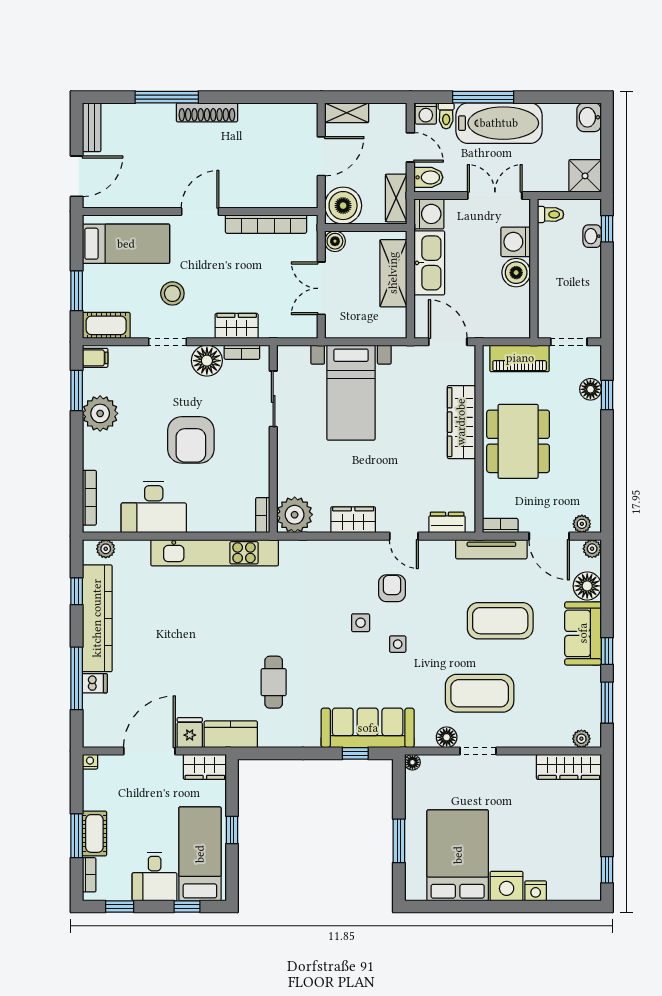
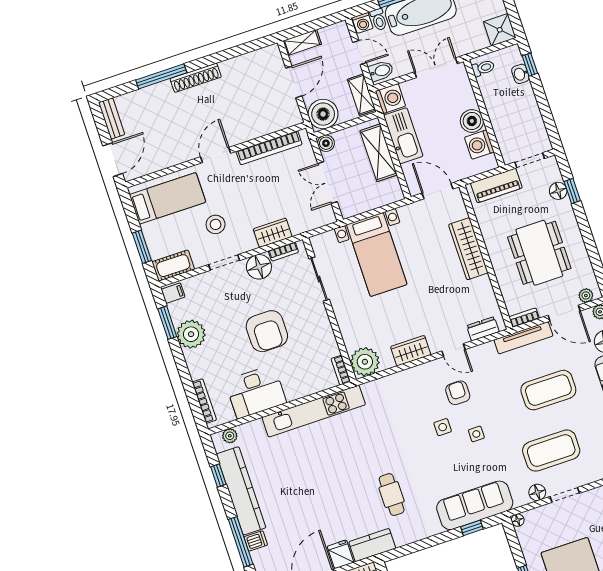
washing machine: (516, 242) -> (479, 145), moved
dining table: (518, 441) -> (539, 253), moved

